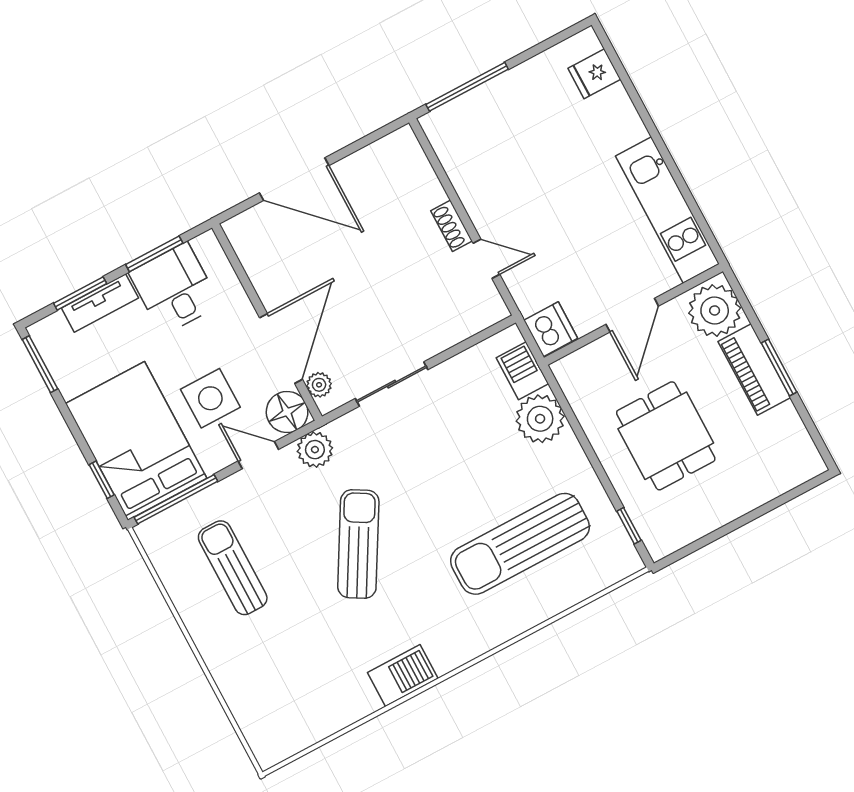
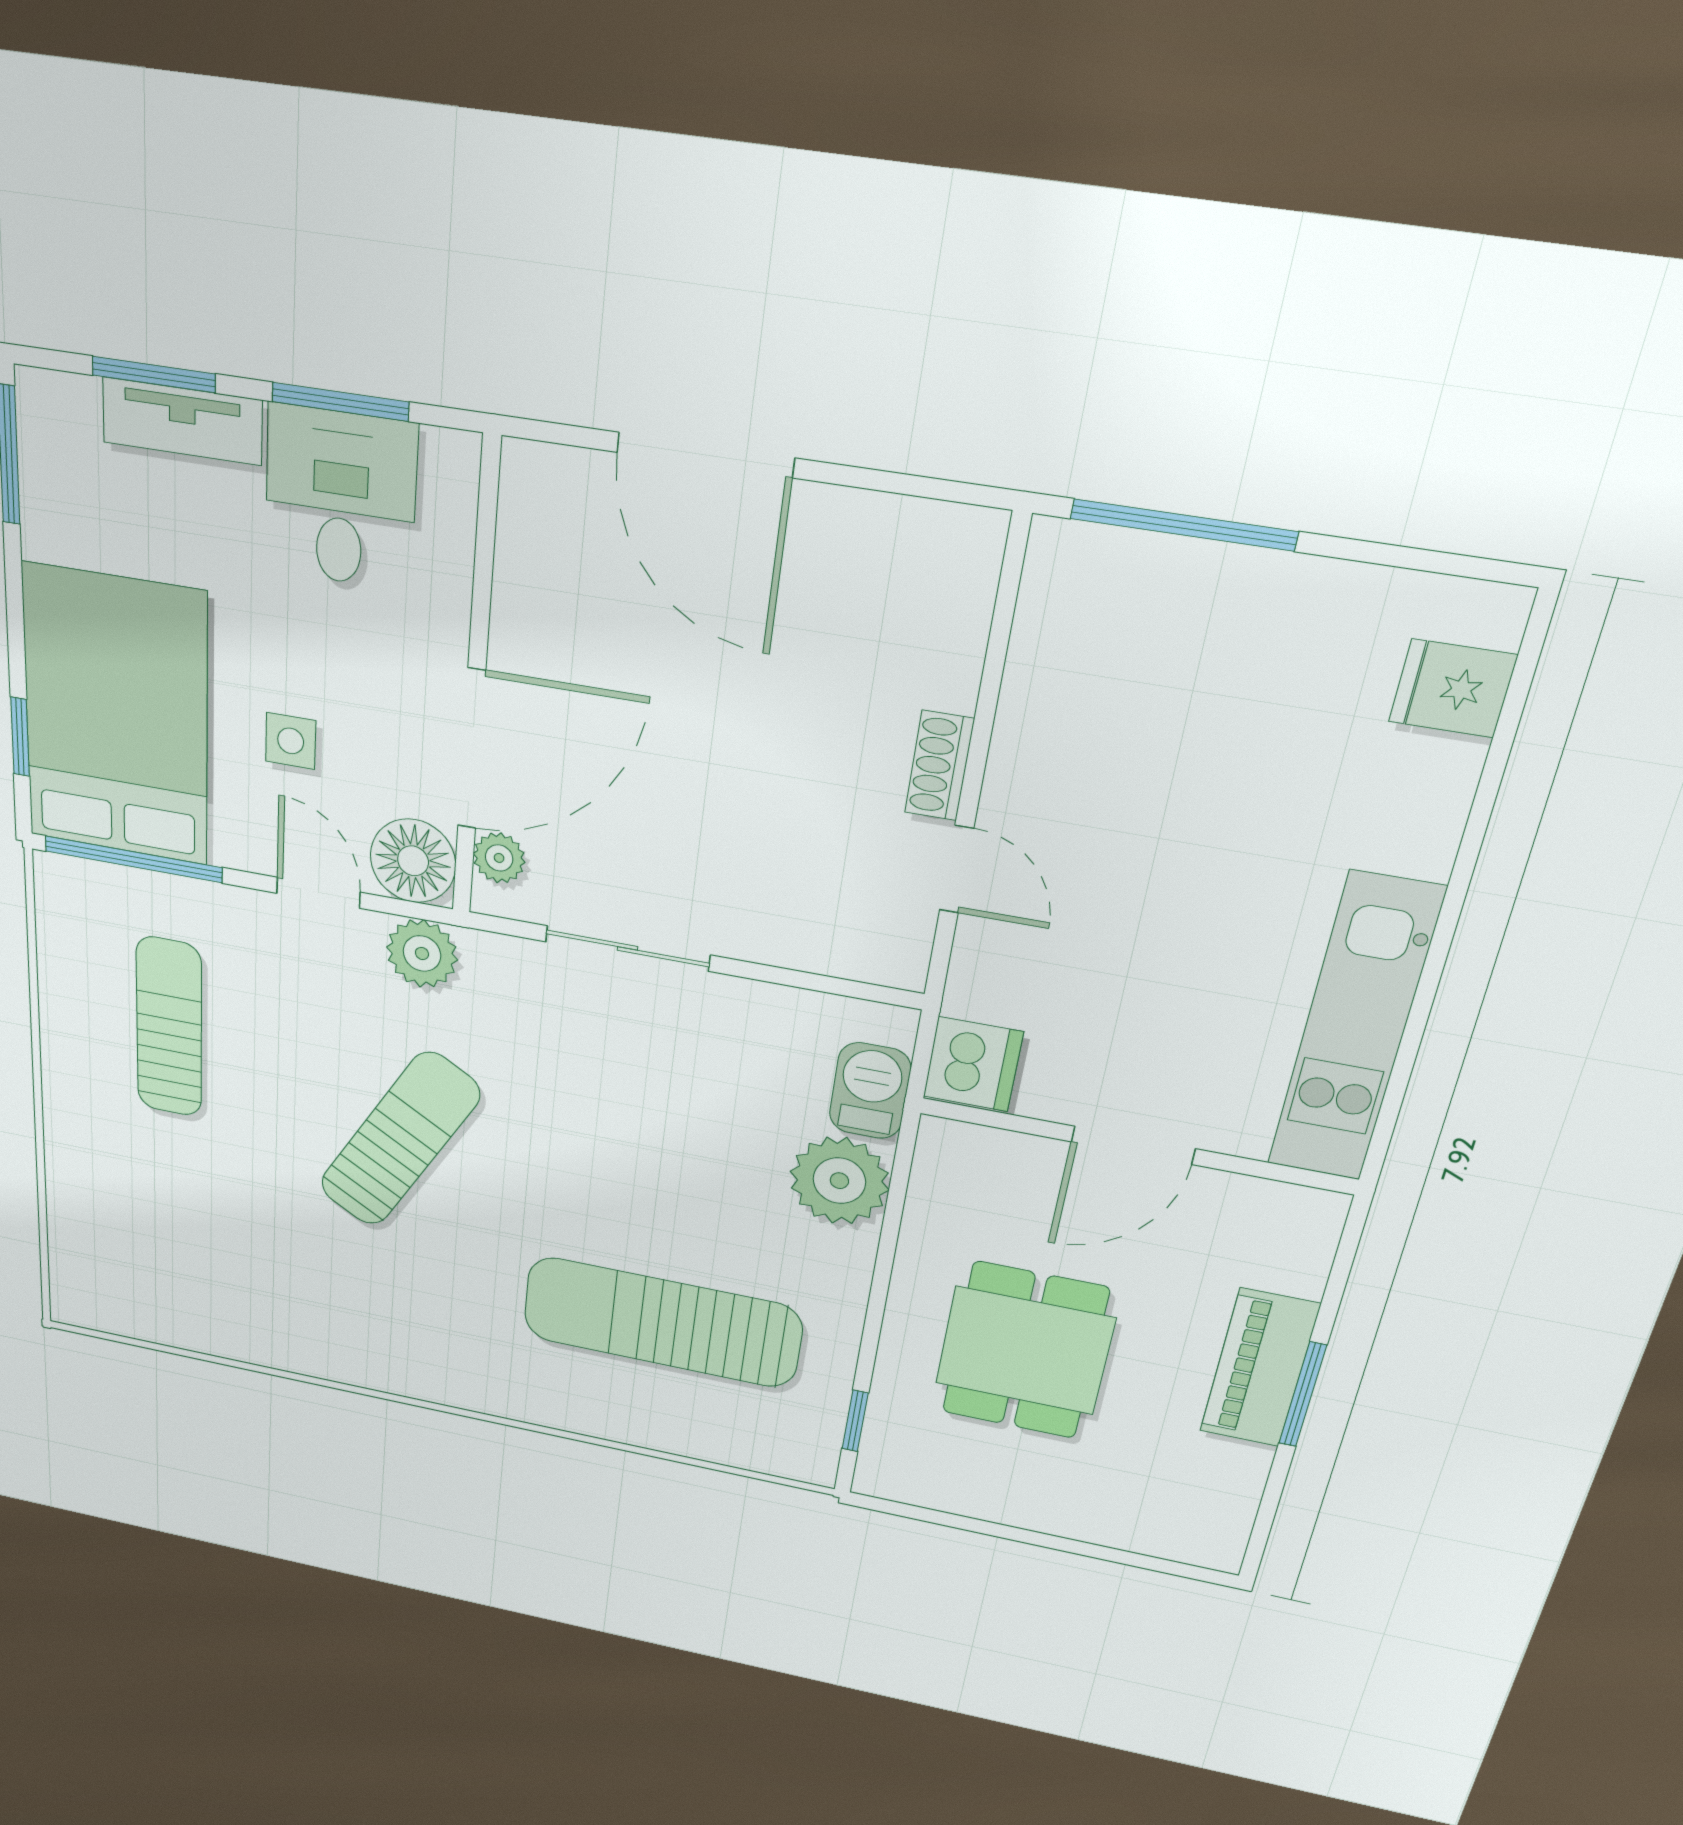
plant: (715, 310) -> (1280, 1240), removed
side table: (210, 398) -> (291, 741), width x0.54, depth x0.54
barbecue: (403, 676) -> (347, 1355), removed

